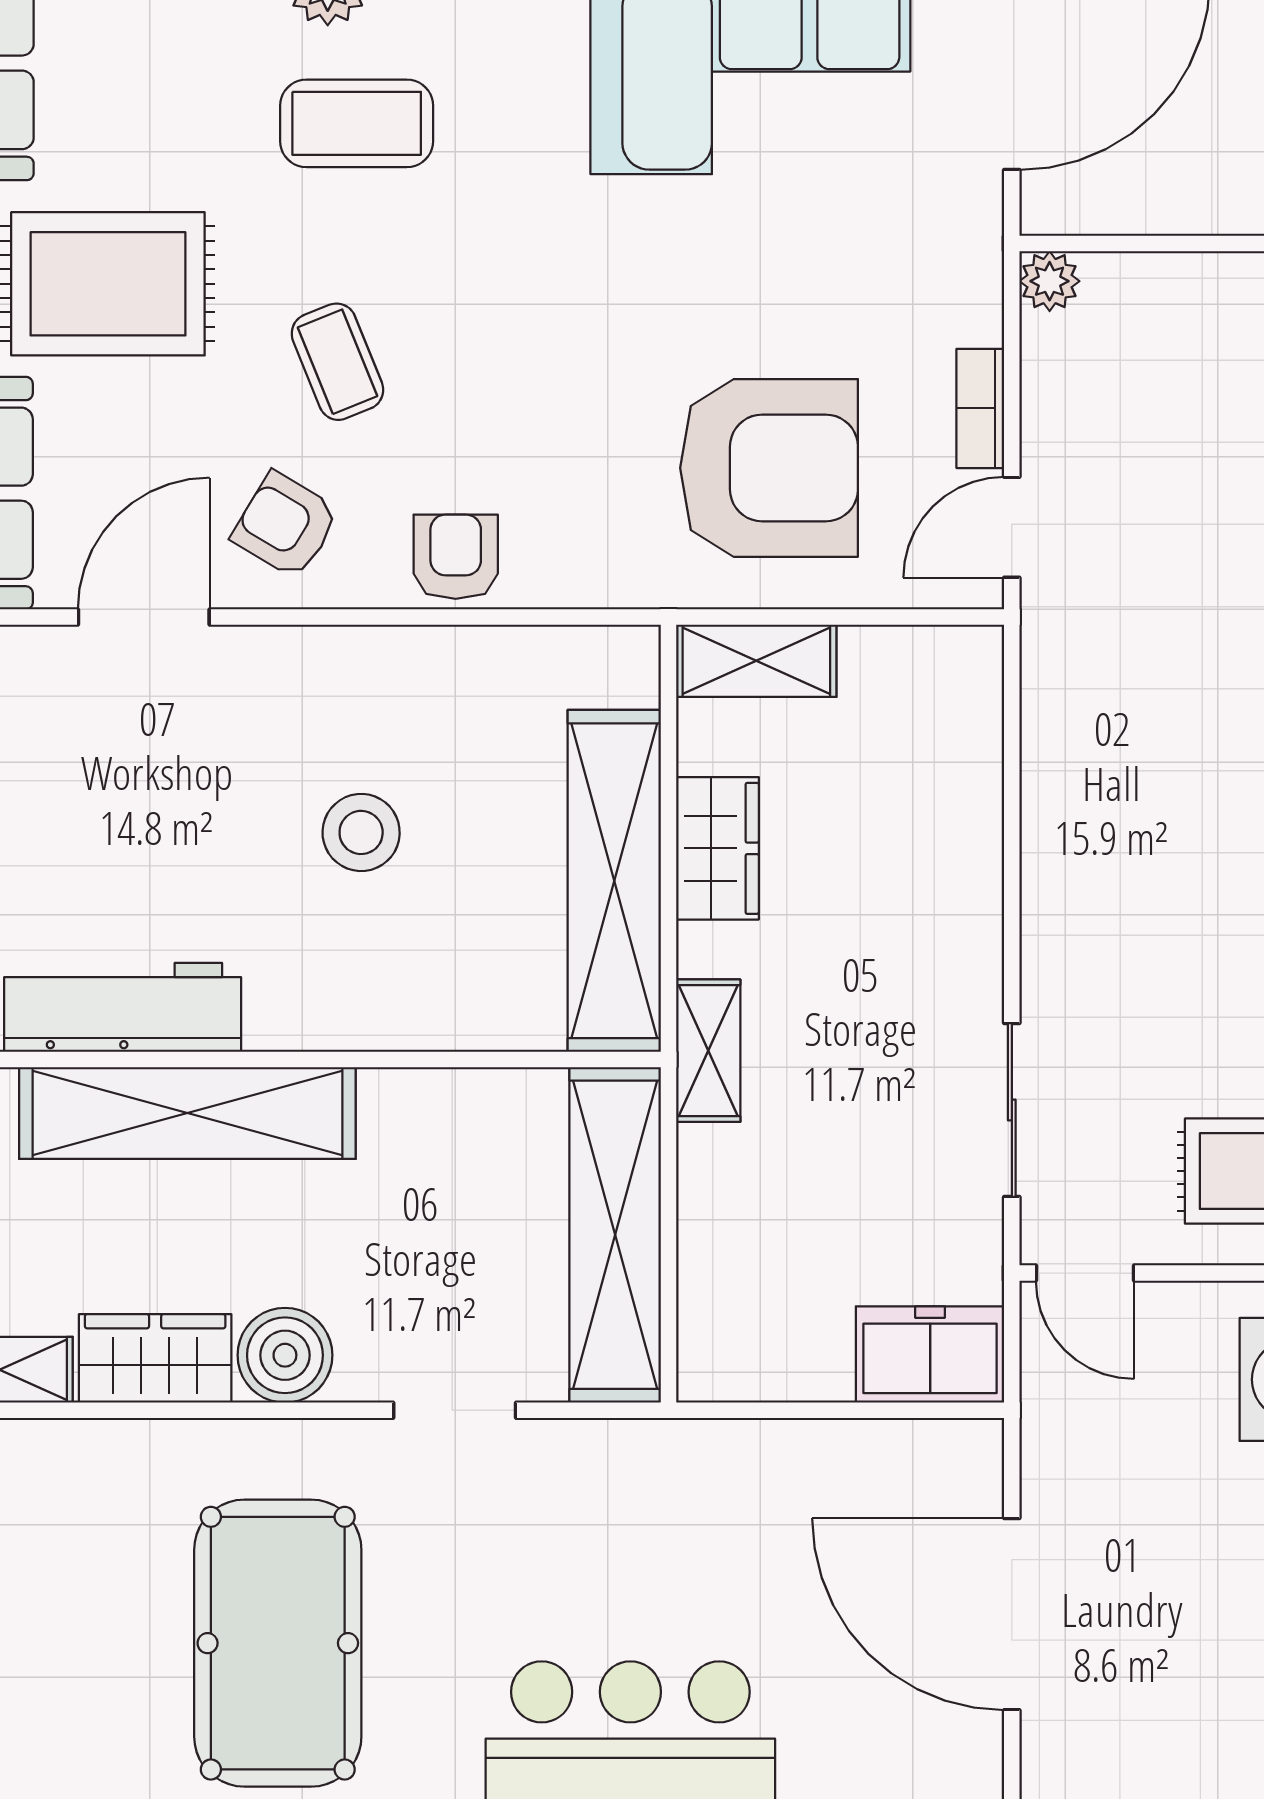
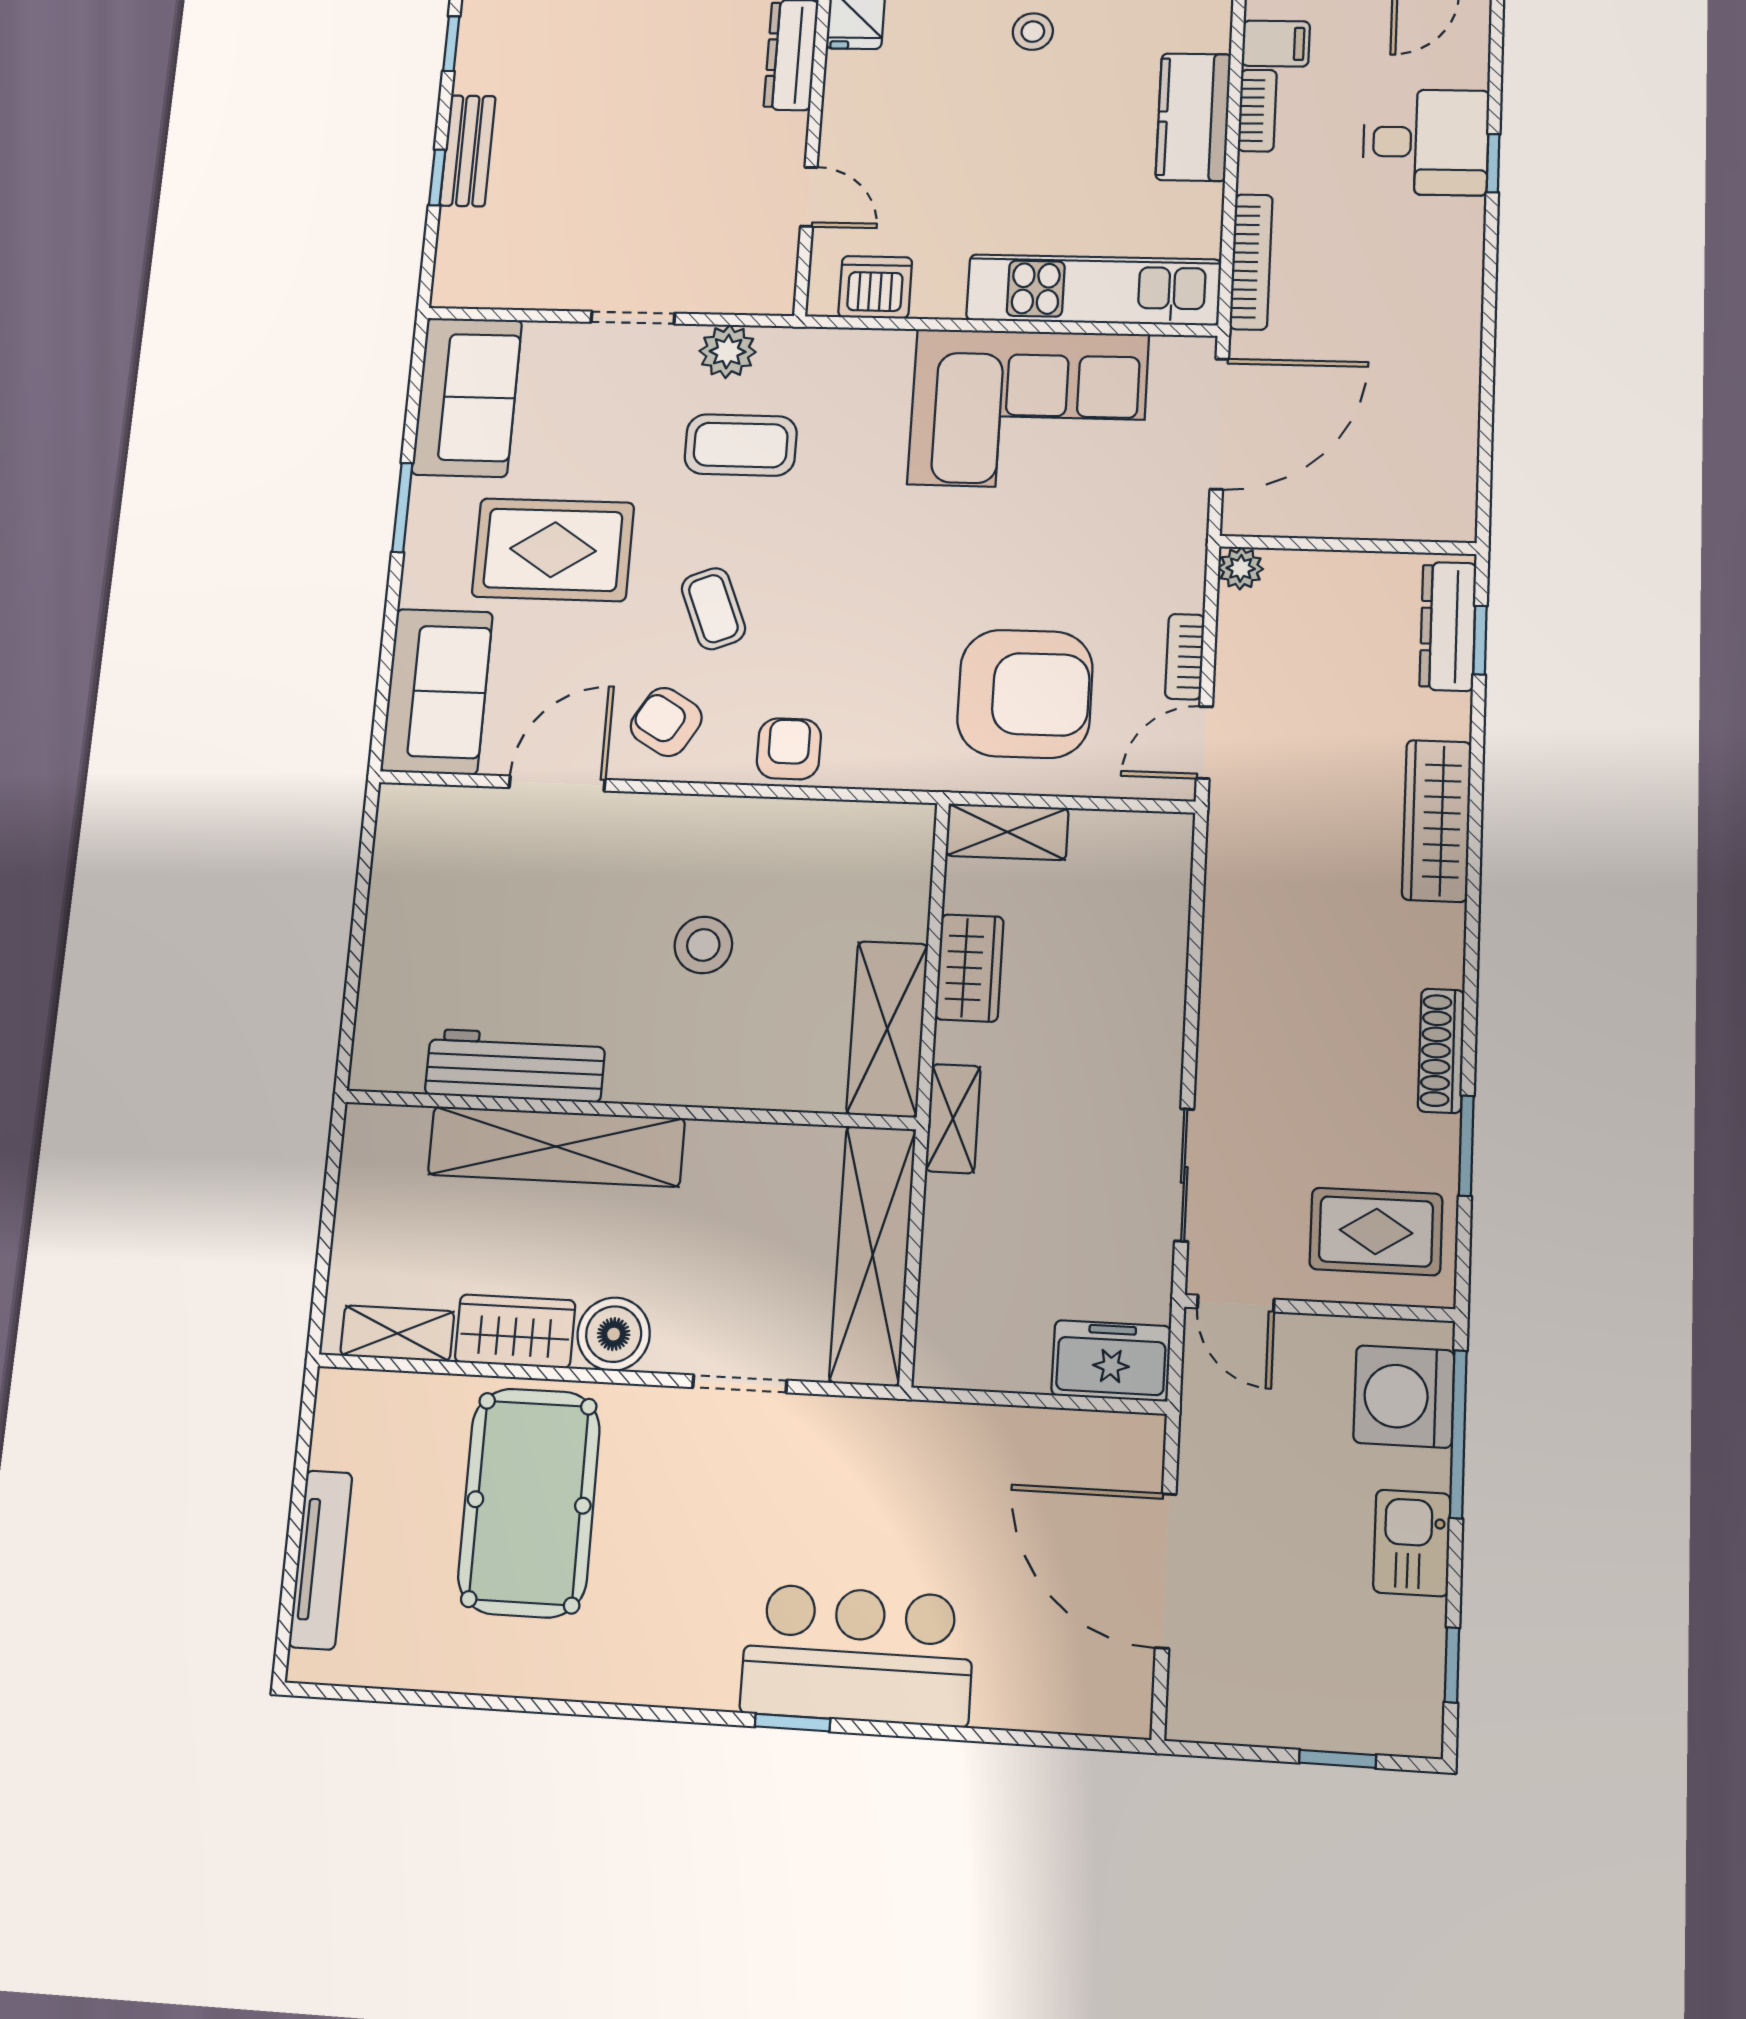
shelving: (614, 881) -> (887, 1029), width x0.68
pool table: (278, 1643) -> (529, 1502), moved

